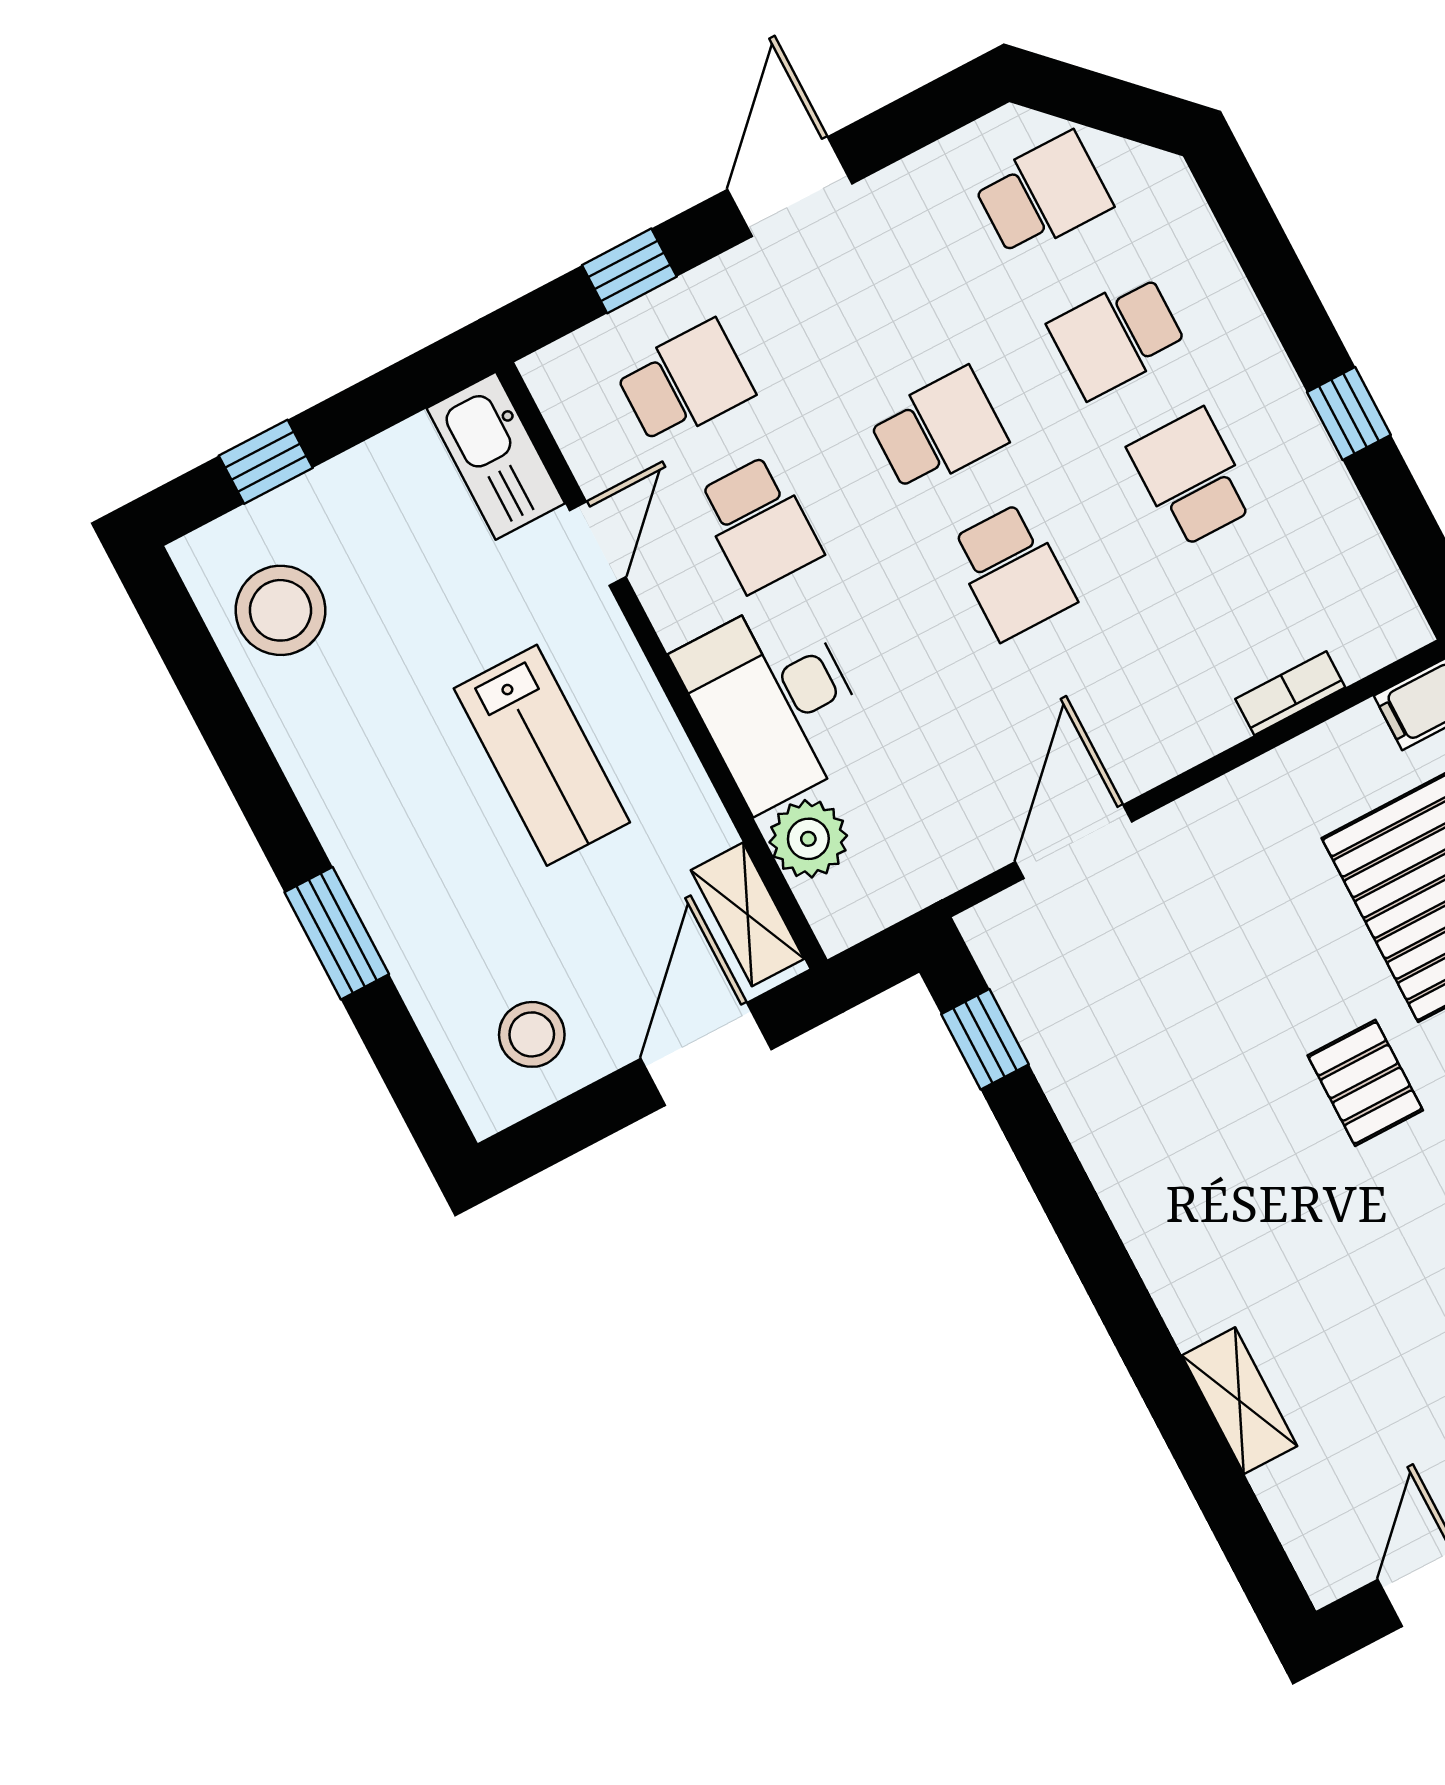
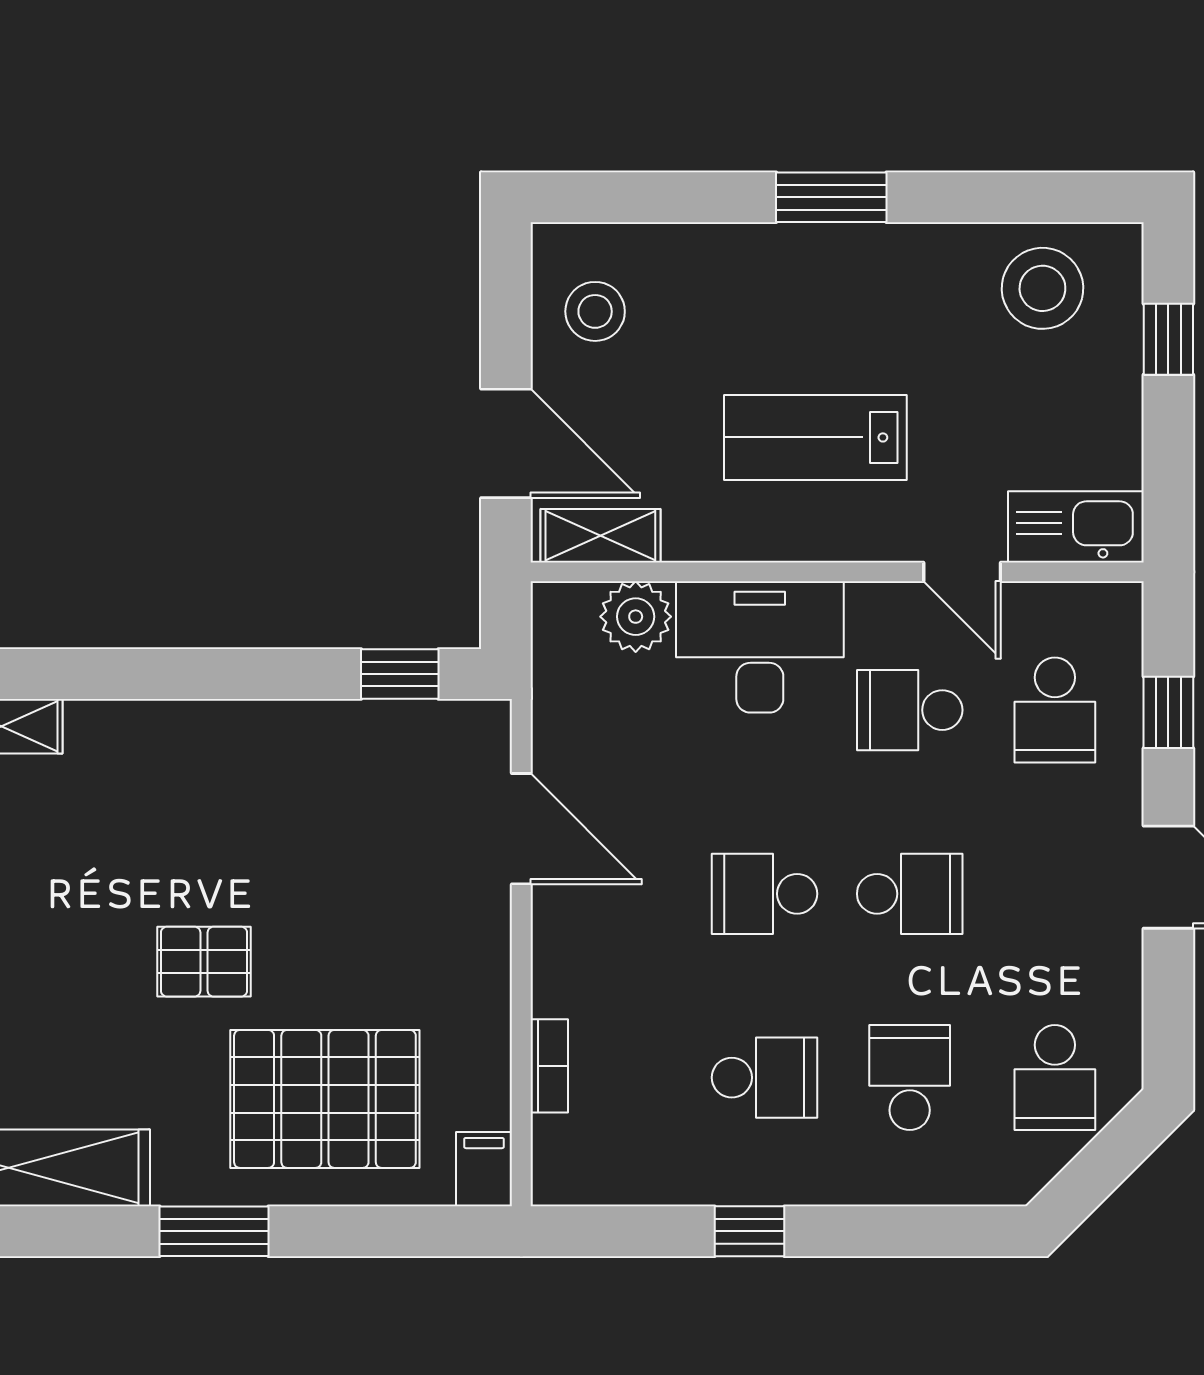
school desk: (938, 430) -> (910, 894), turned -90
window: (337, 933) -> (831, 197), moved

